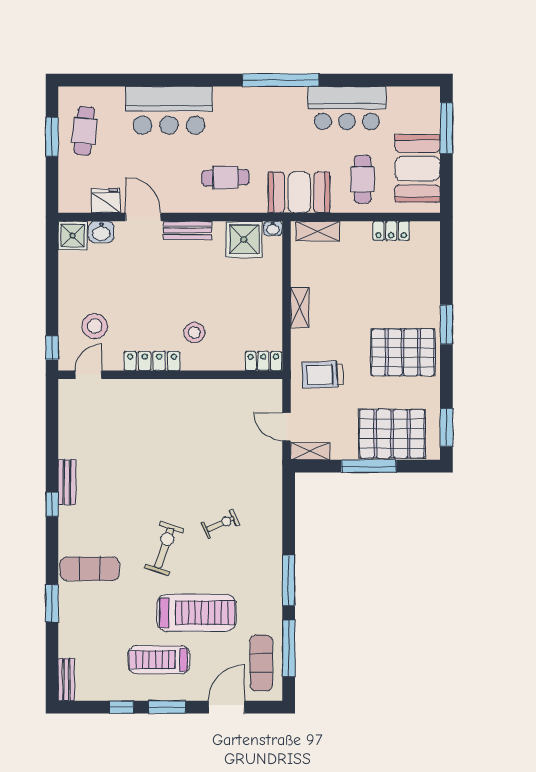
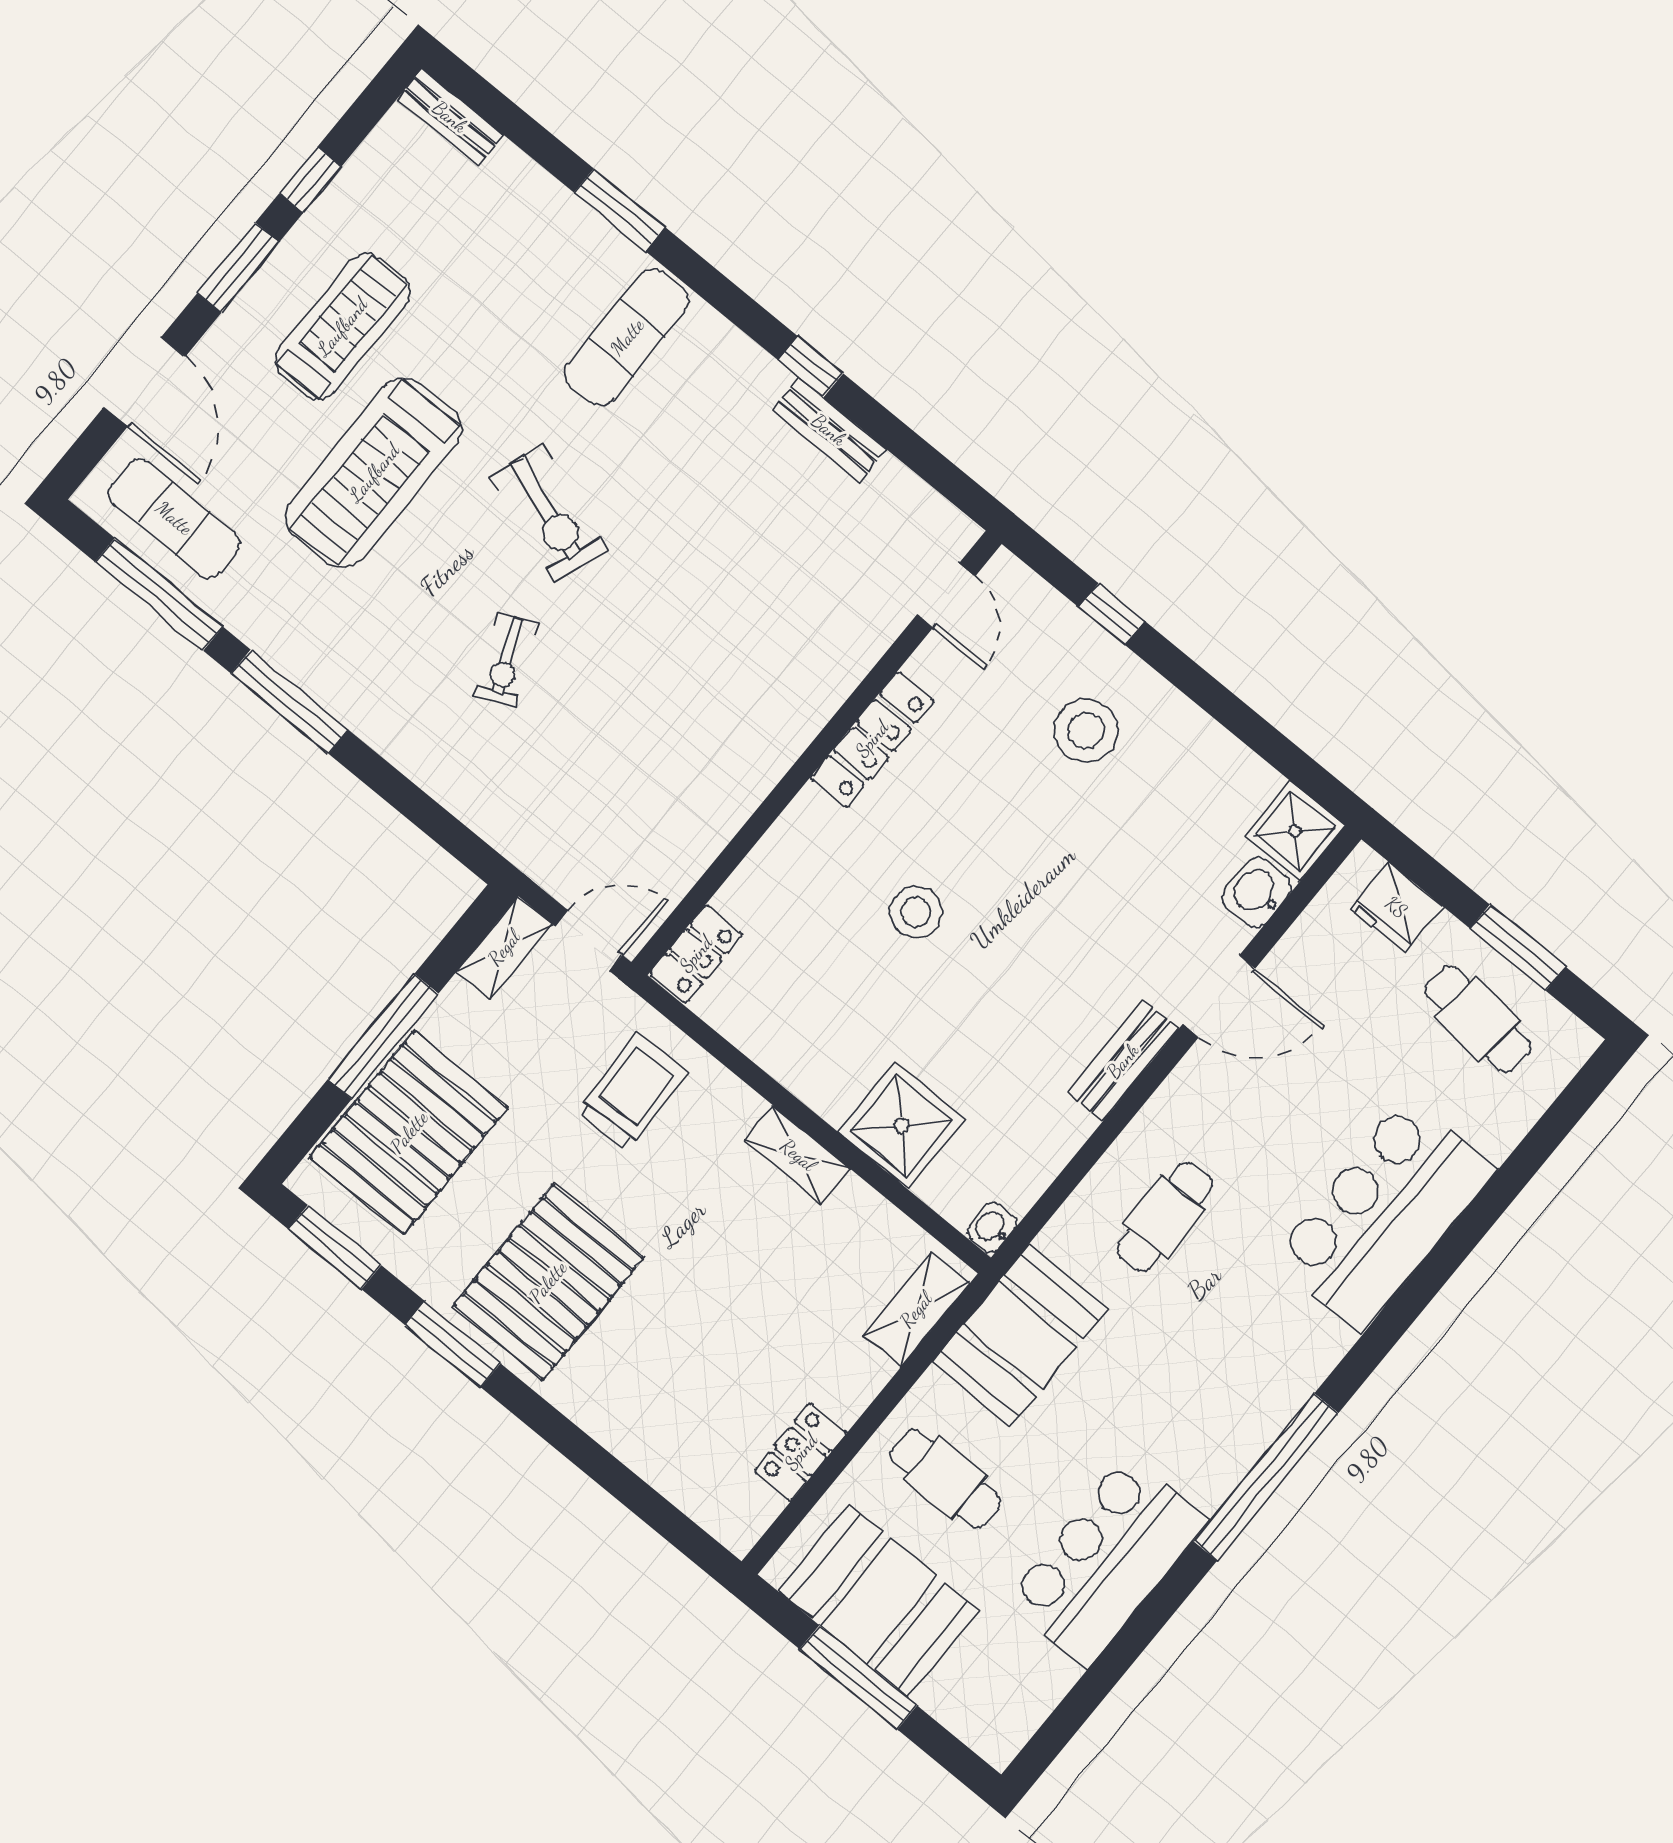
window: (446, 128) -> (858, 1677), moved
fridge: (106, 201) -> (1396, 907), moved, turned 90
shower: (244, 239) -> (901, 1125), moved
window: (446, 325) -> (453, 1344), moved
locker: (152, 361) -> (872, 739), moved
locker: (263, 361) -> (696, 954), moved
door: (88, 375) -> (946, 595), moved
wall: (170, 375) -> (817, 753), moved

